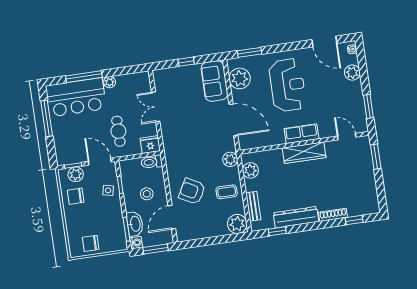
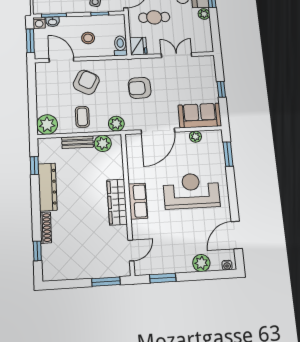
plant: (240, 78) -> (195, 137), width x0.53, depth x0.53
reception desk: (288, 85) -> (191, 191), turned 180
armchair: (193, 140) -> (140, 88), added
bench: (253, 206) -> (78, 142), moved
washbasin: (135, 224) -> (53, 22), width x0.52, depth x0.69

